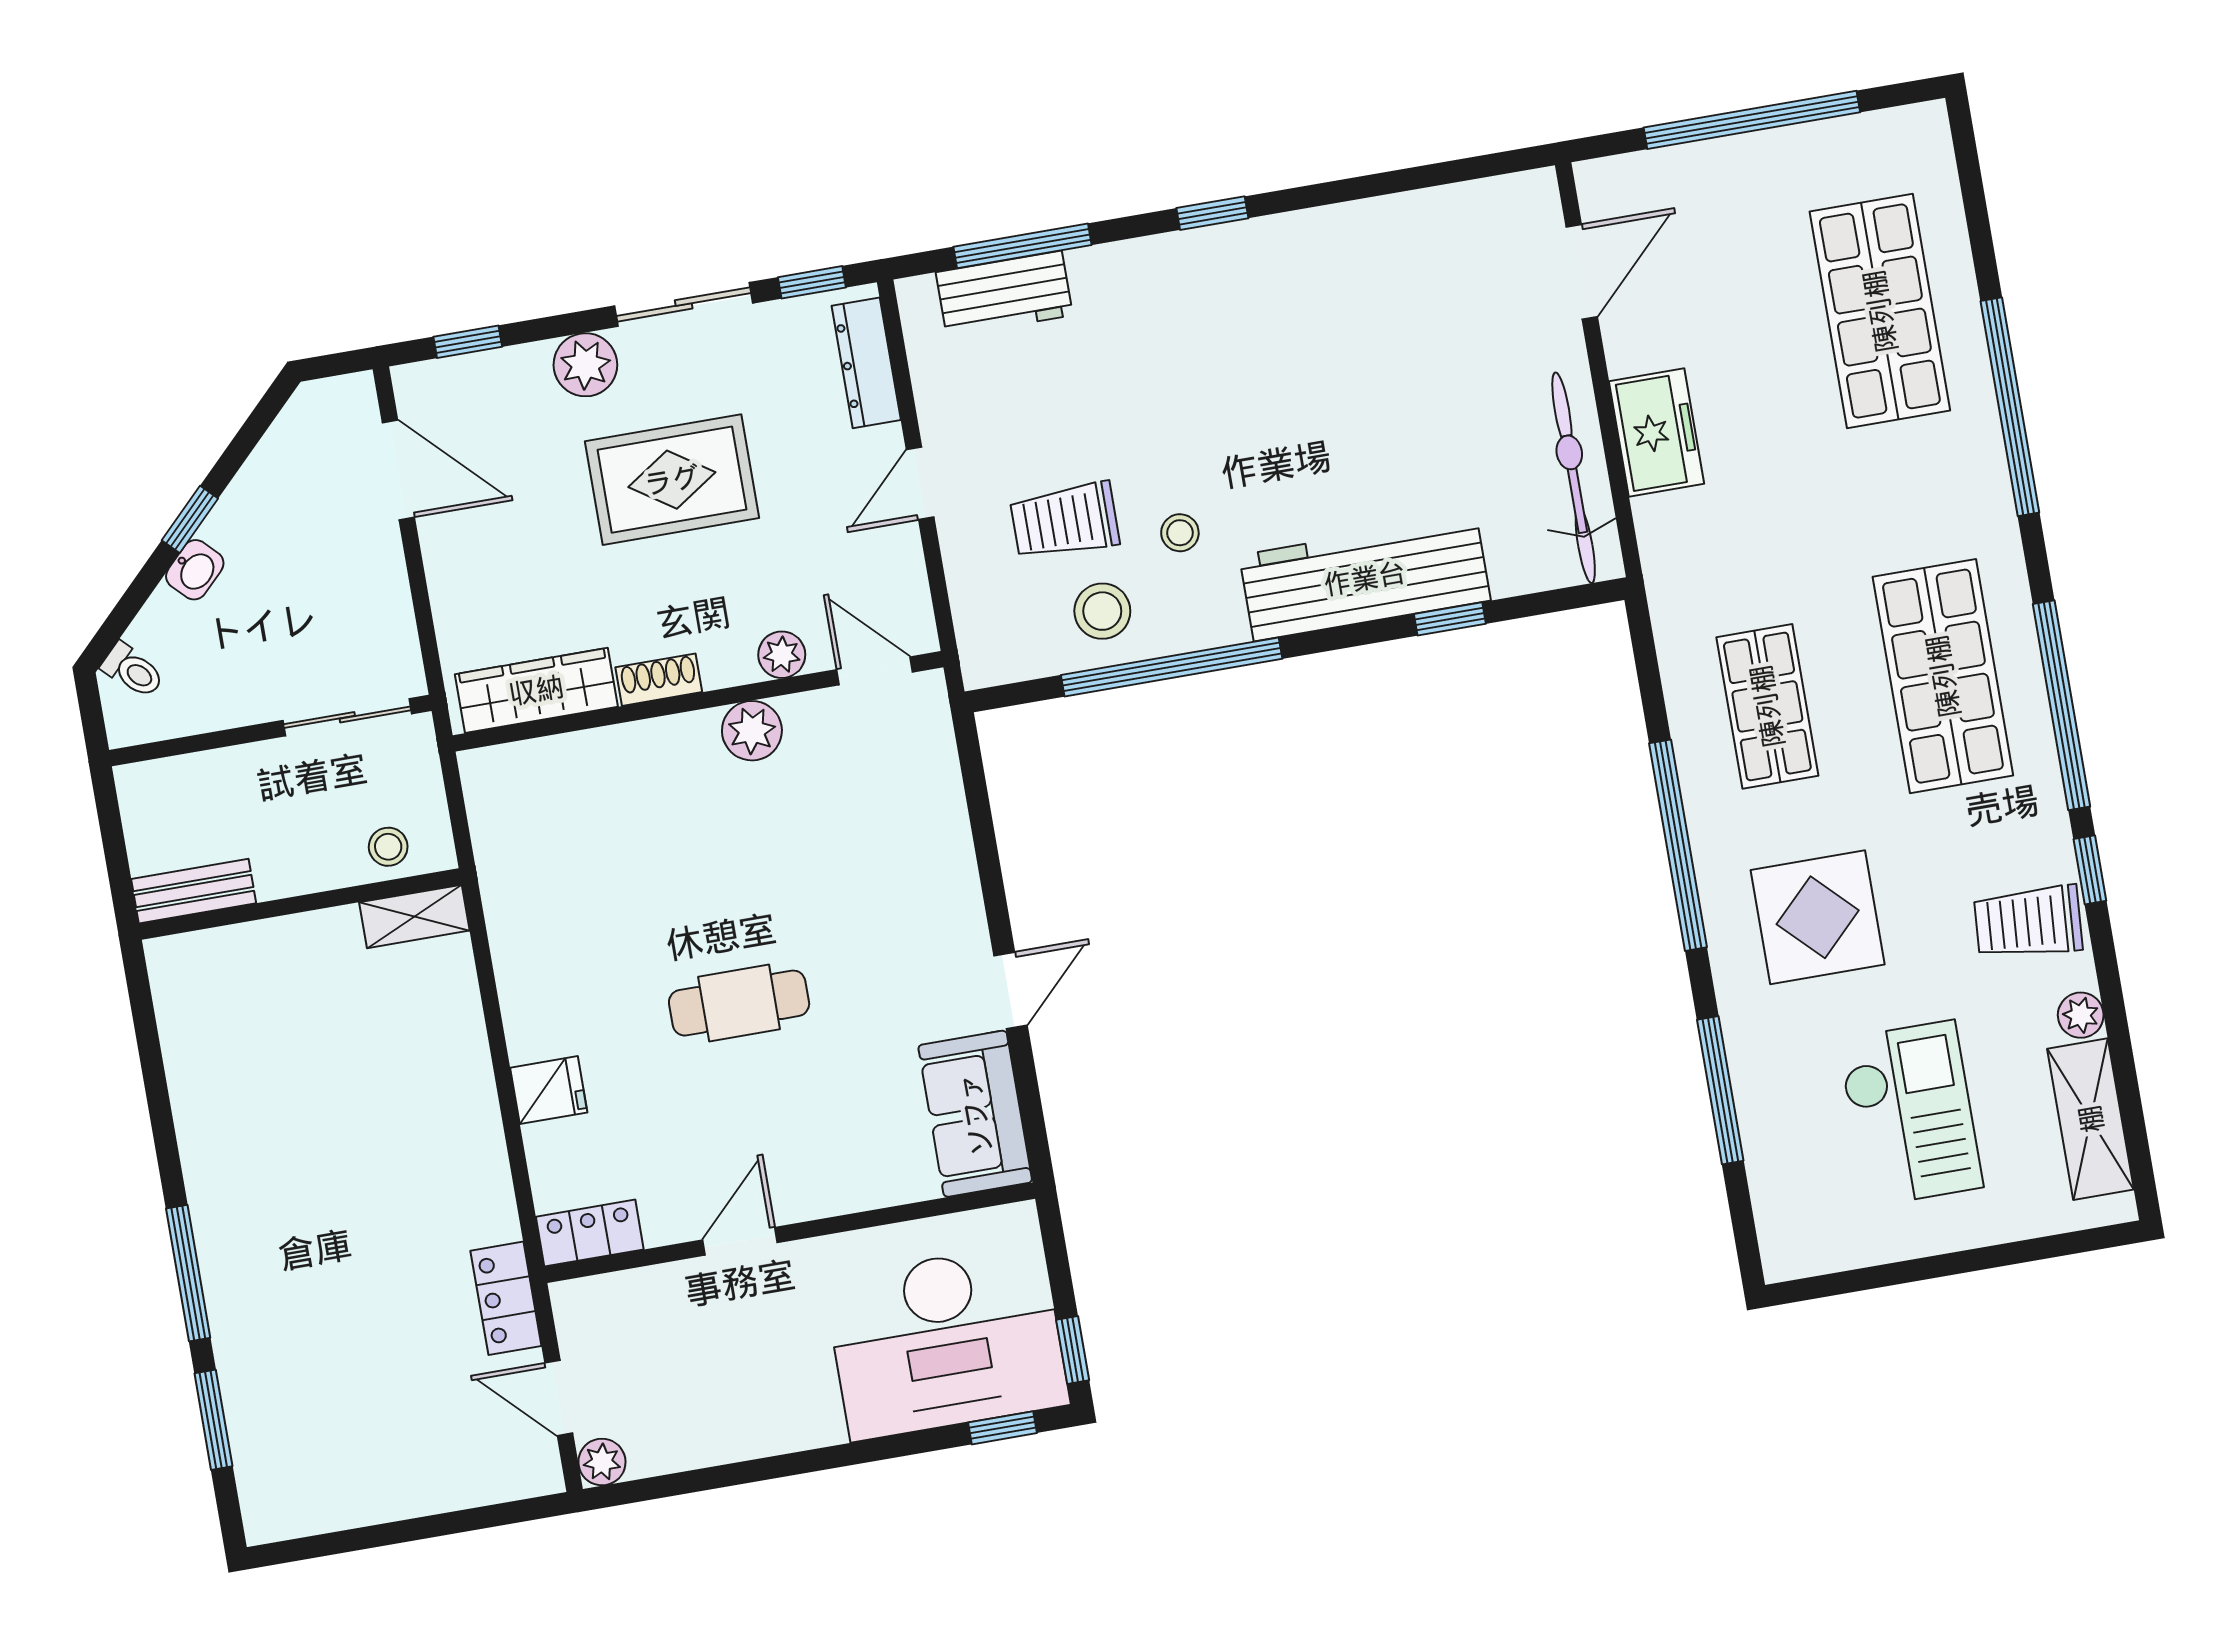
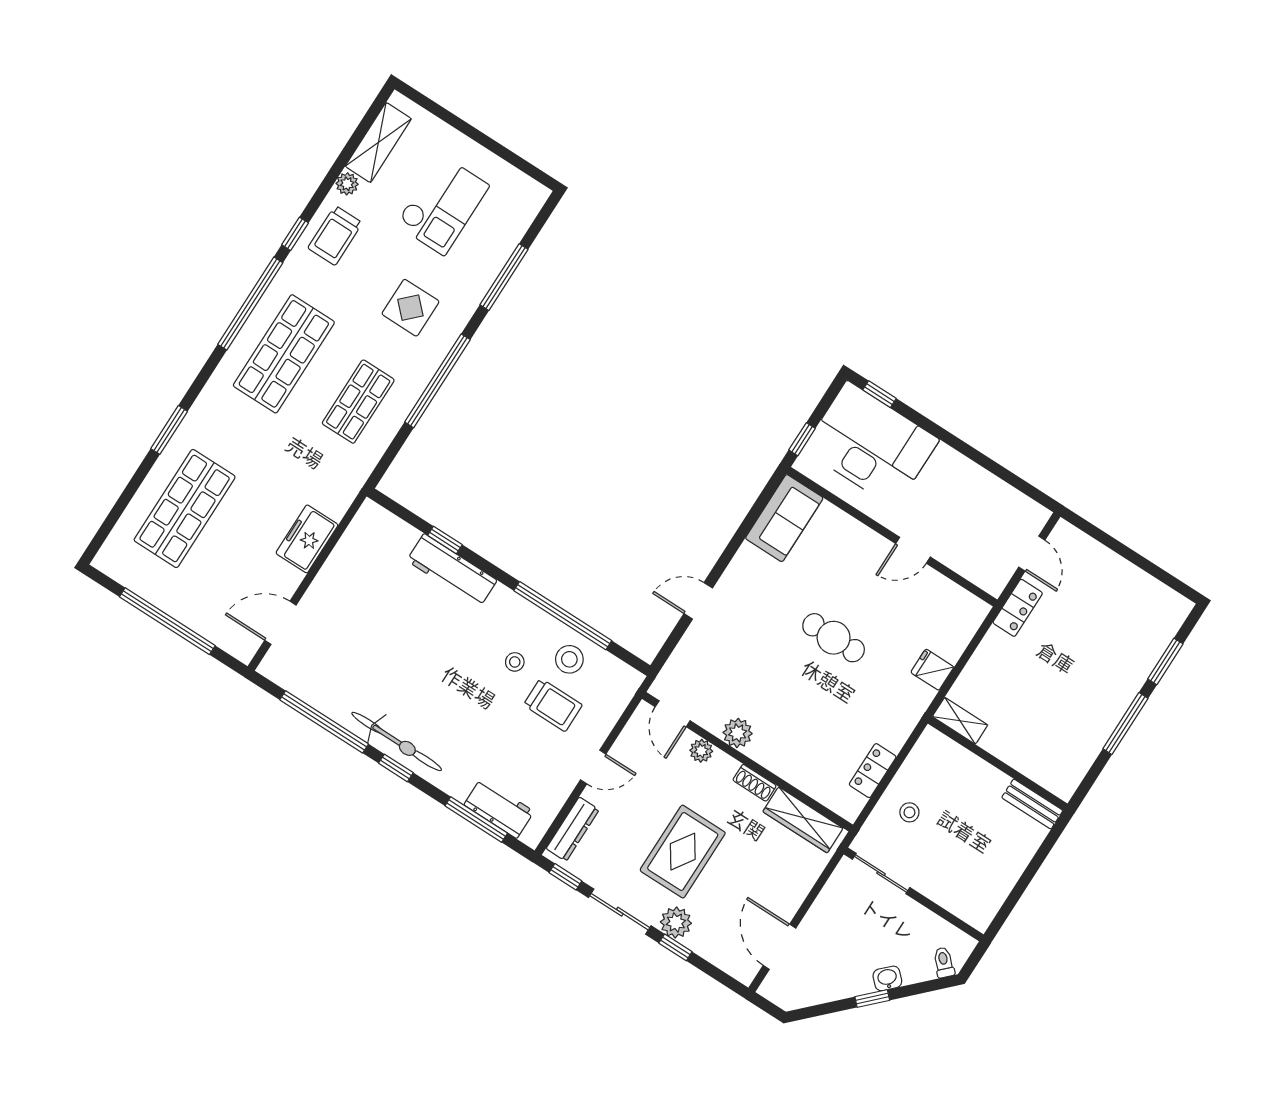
window: (1382, 184) -> (324, 722), added
window: (468, 342) -> (675, 947), moved
window: (2010, 407) -> (169, 430), width x0.47
bicycle: (1574, 478) -> (397, 741), moved, turned -90
rug: (672, 480) -> (683, 852), turned 90
workbench: (1365, 578) -> (452, 570), width x0.73, depth x0.76
bench: (194, 891) -> (1032, 804), moved
wall: (300, 904) -> (998, 763), moved
shelving: (414, 916) -> (960, 721), moved
display table: (1818, 917) -> (410, 308), width x0.73, depth x0.73
trolley: (2028, 922) -> (335, 235), turned 86
door: (1011, 990) -> (698, 601), moved
checkout: (1910, 1113) -> (442, 205), turned 180
locker: (590, 1233) -> (873, 771), moved, turned 90
window: (1073, 1350) -> (802, 439), moved
plant: (602, 1462) -> (1037, 516), removed

